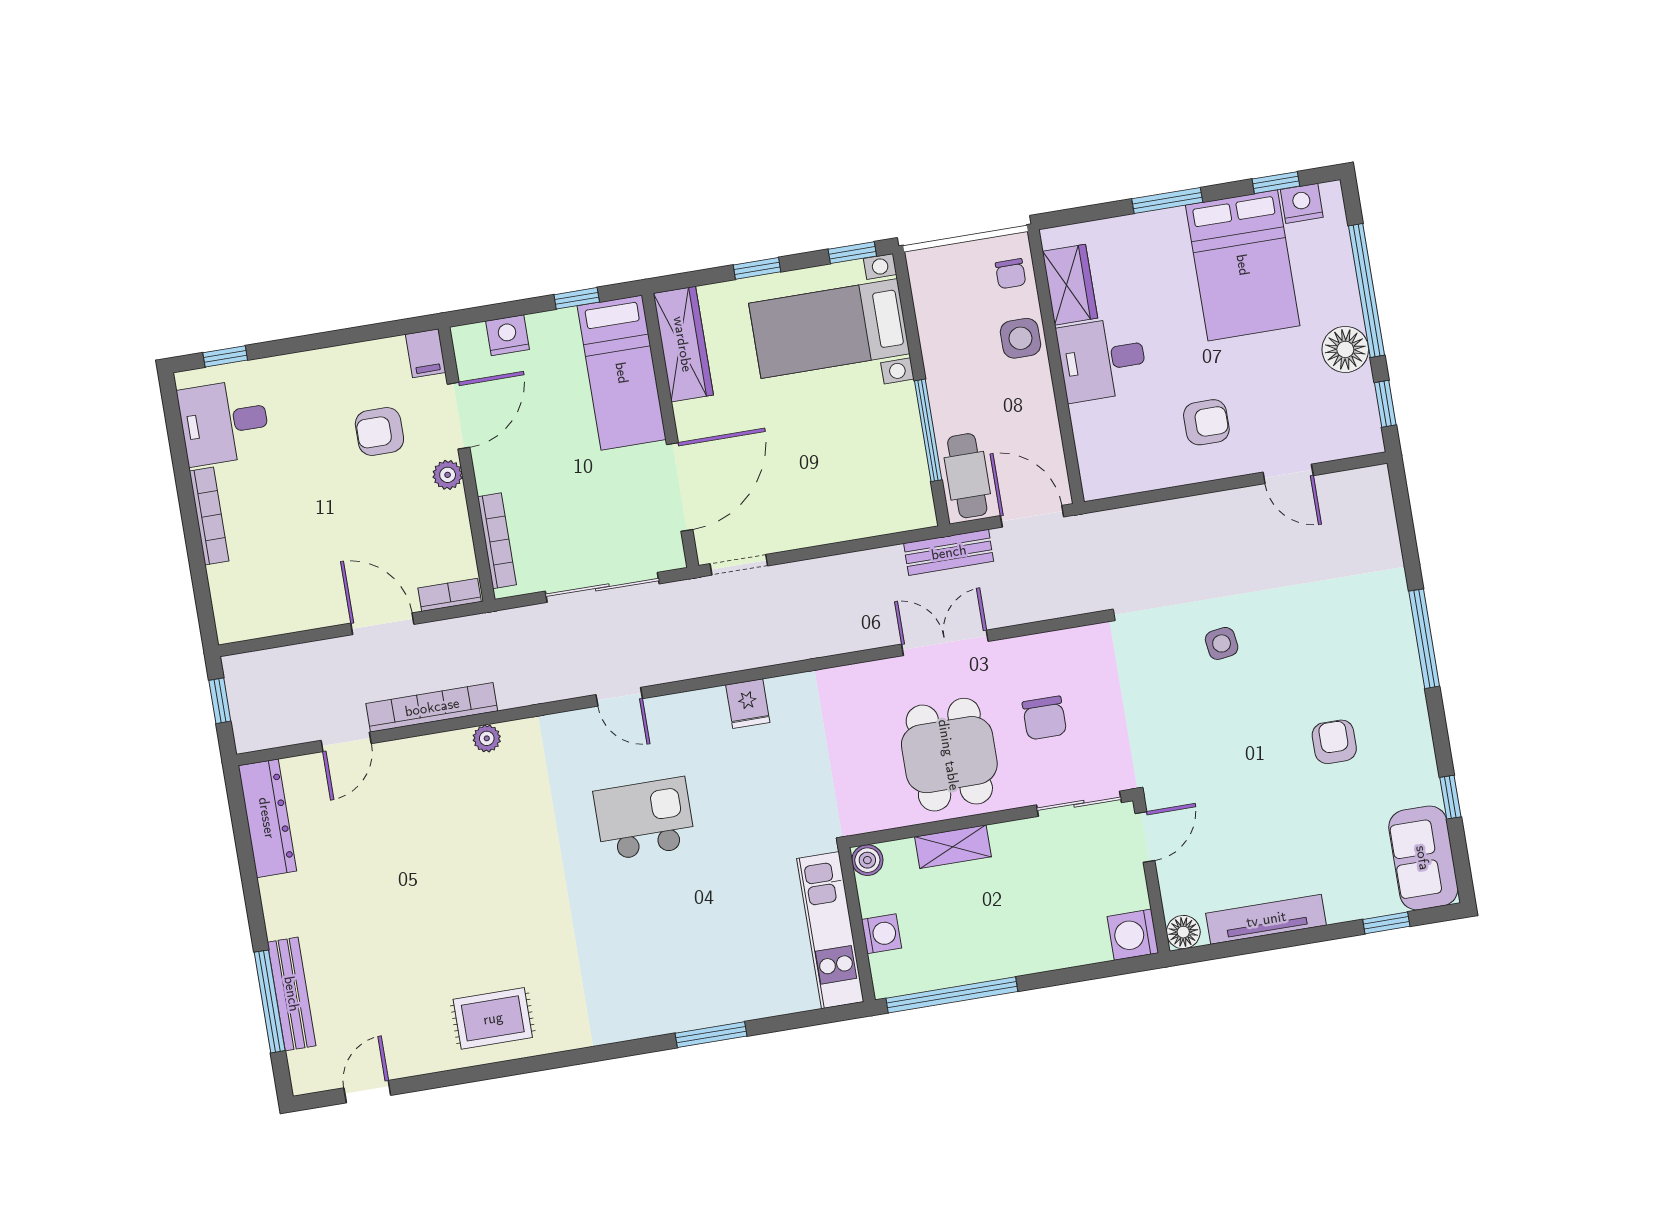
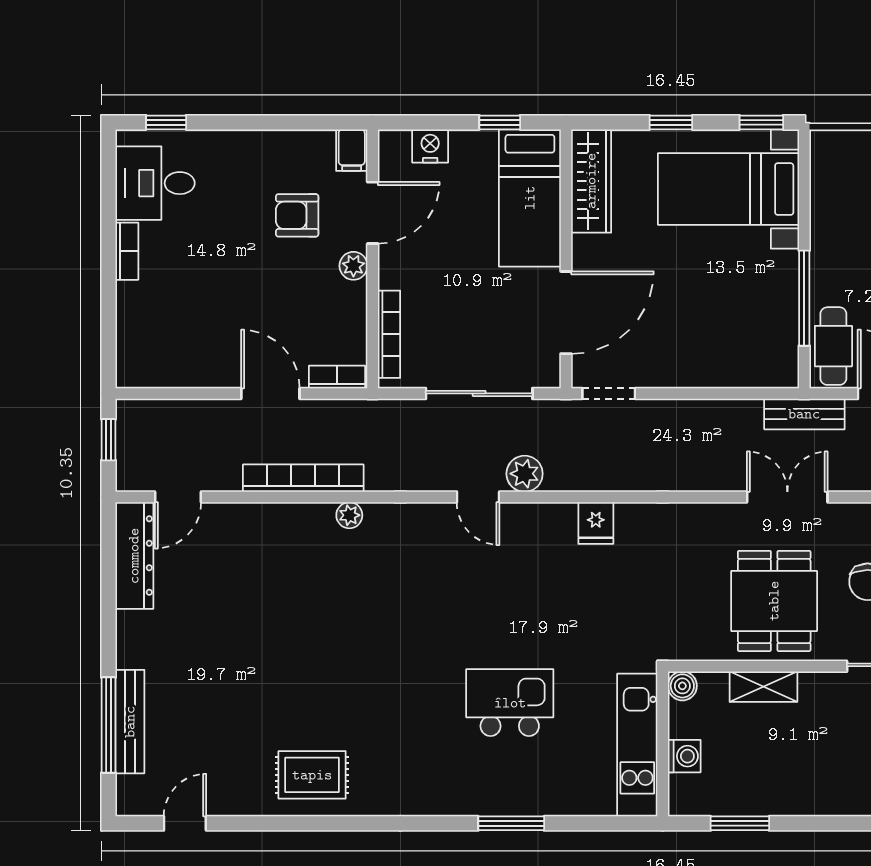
bookcase: (209, 516) -> (127, 251), width x0.64
plant: (664, 664) -> (525, 474), added
door: (346, 742) -> (178, 497), moved
kitchen island: (644, 819) -> (510, 703), moved
window: (952, 995) -> (740, 823), width x0.47

